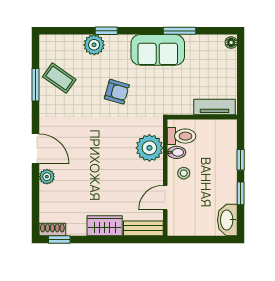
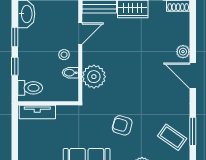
toilet: (182, 136) -> (30, 88), moved, turned 180

